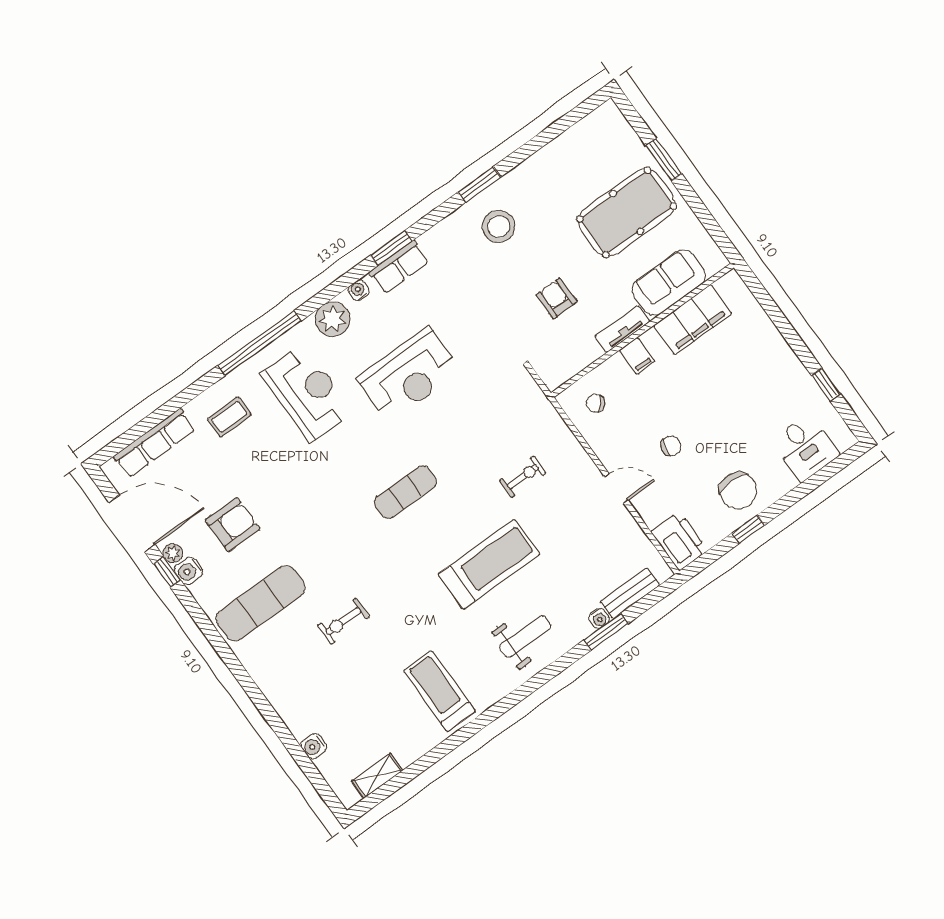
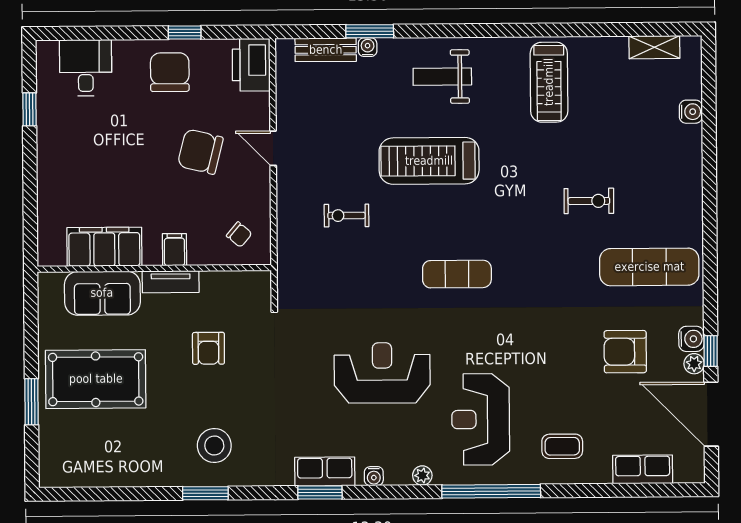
plant: (333, 319) -> (422, 476), width x0.53, depth x0.53
row of seats: (154, 443) -> (643, 469), width x0.68
chair: (671, 446) -> (200, 152), width x1.87, depth x1.87

